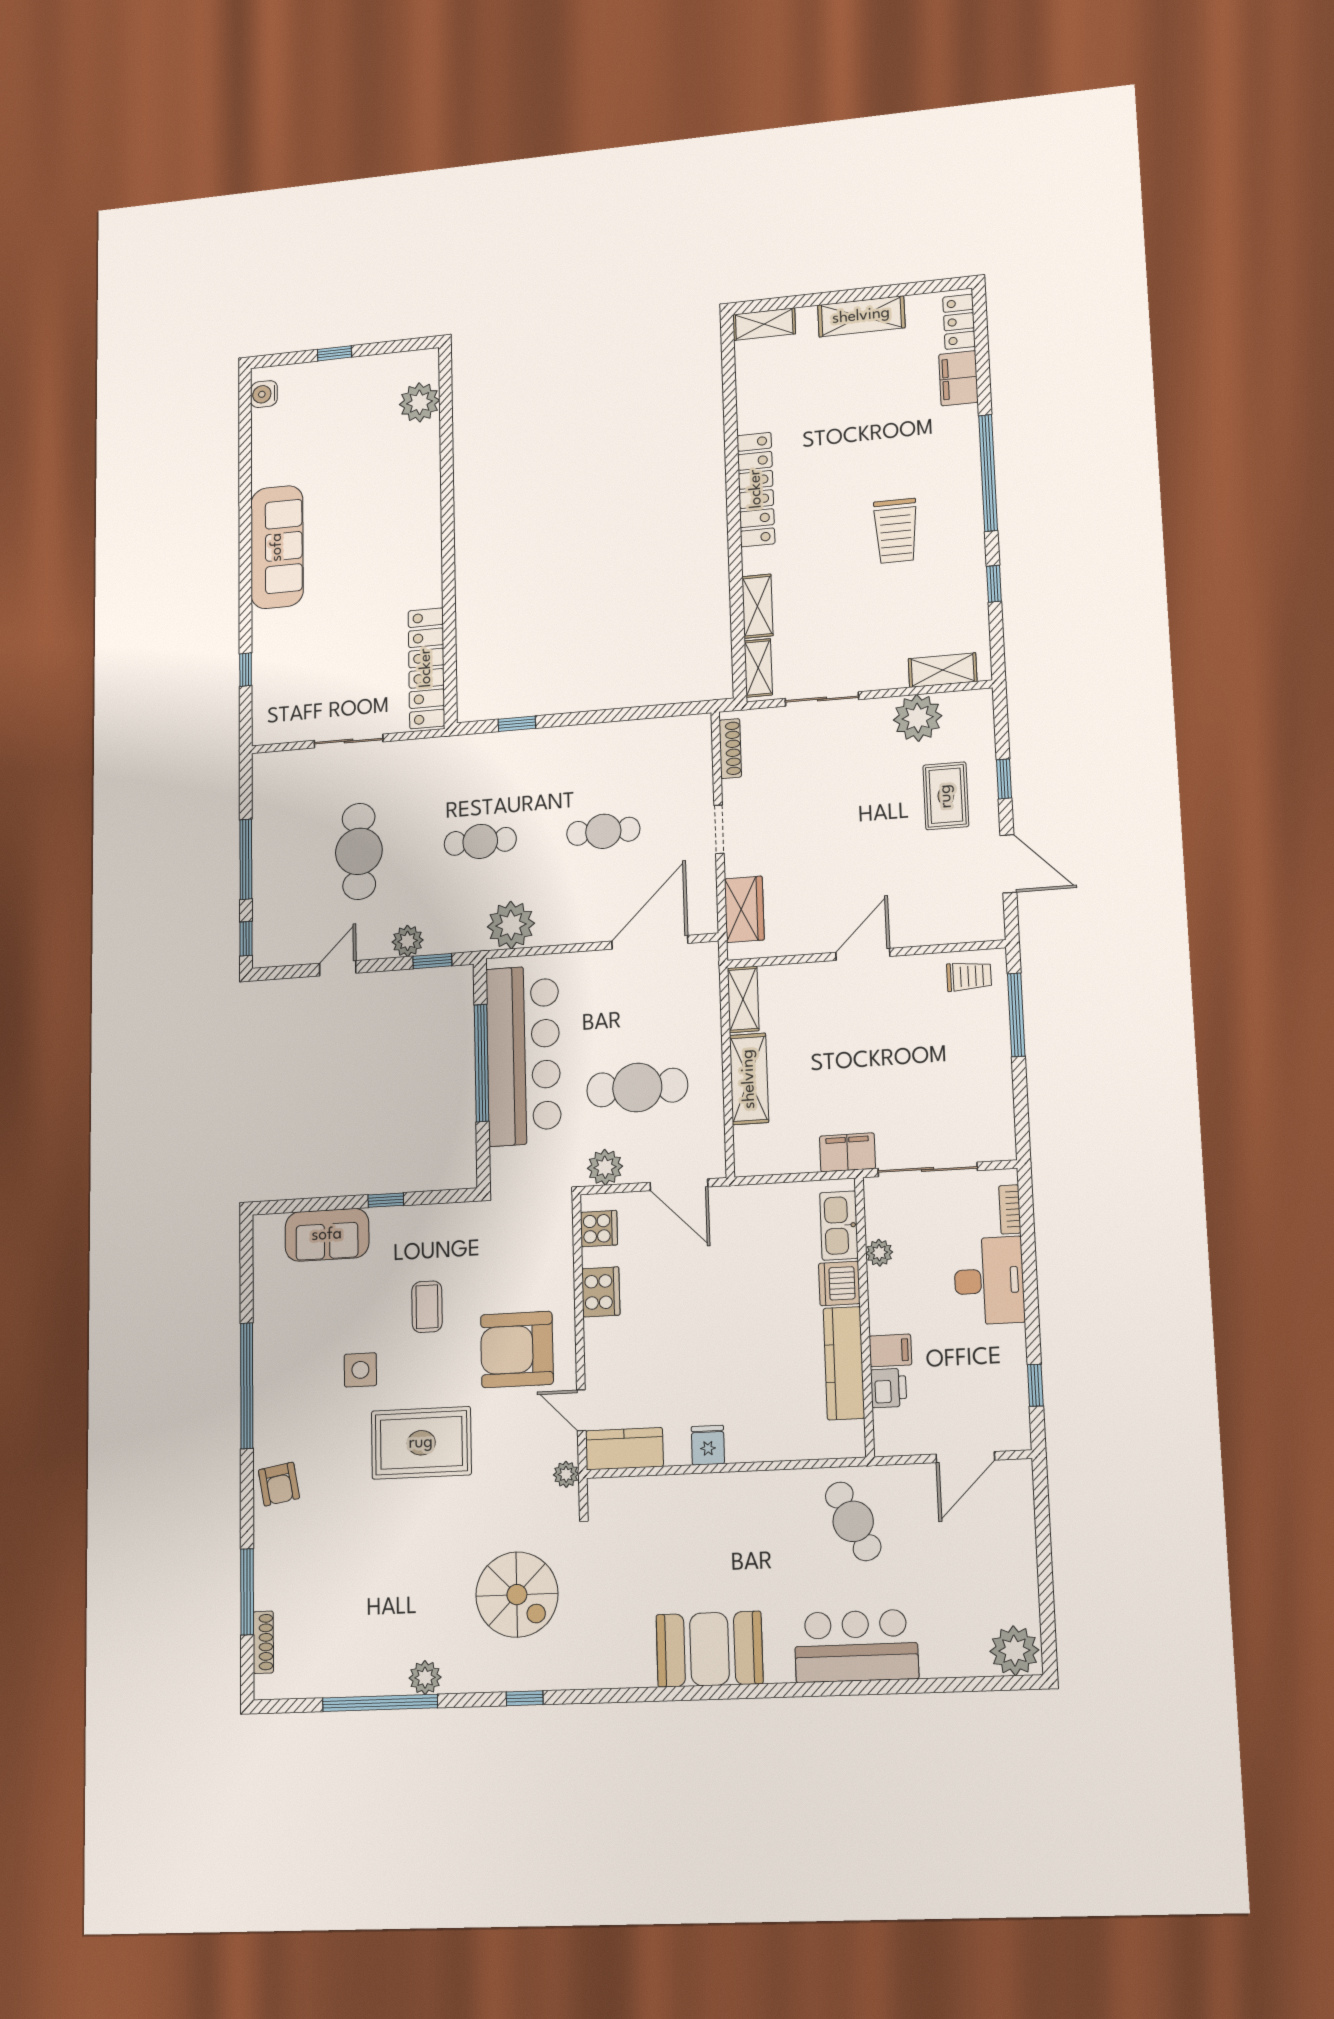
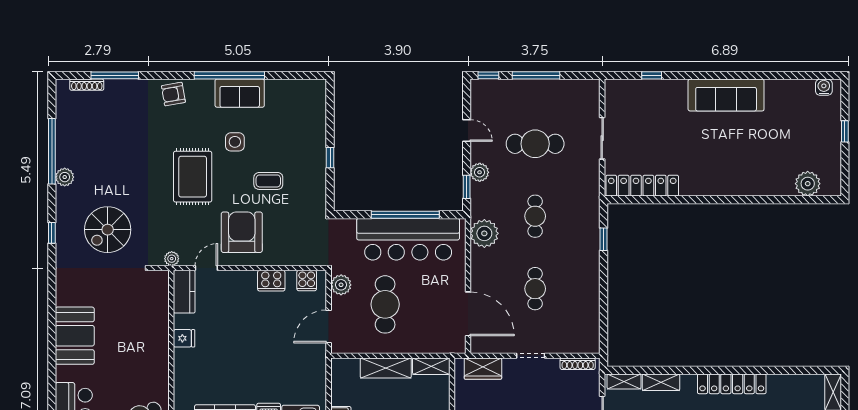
sofa: (327, 1235) -> (240, 93), moved, turned -90

